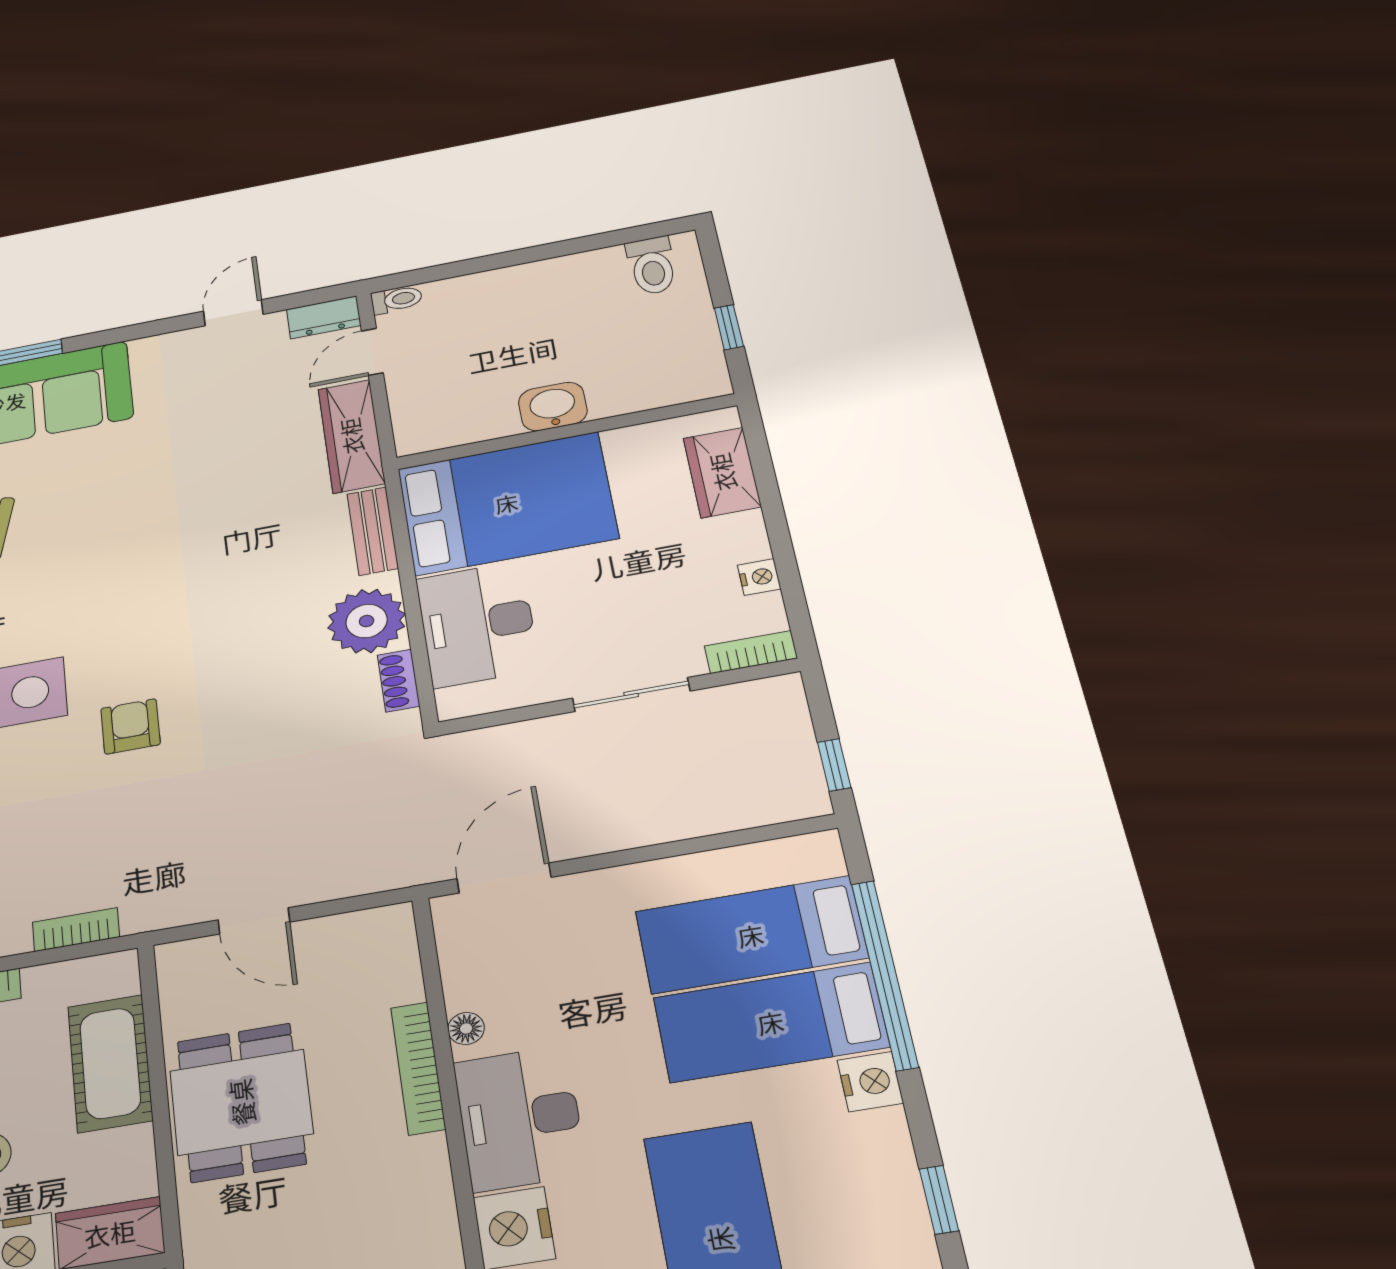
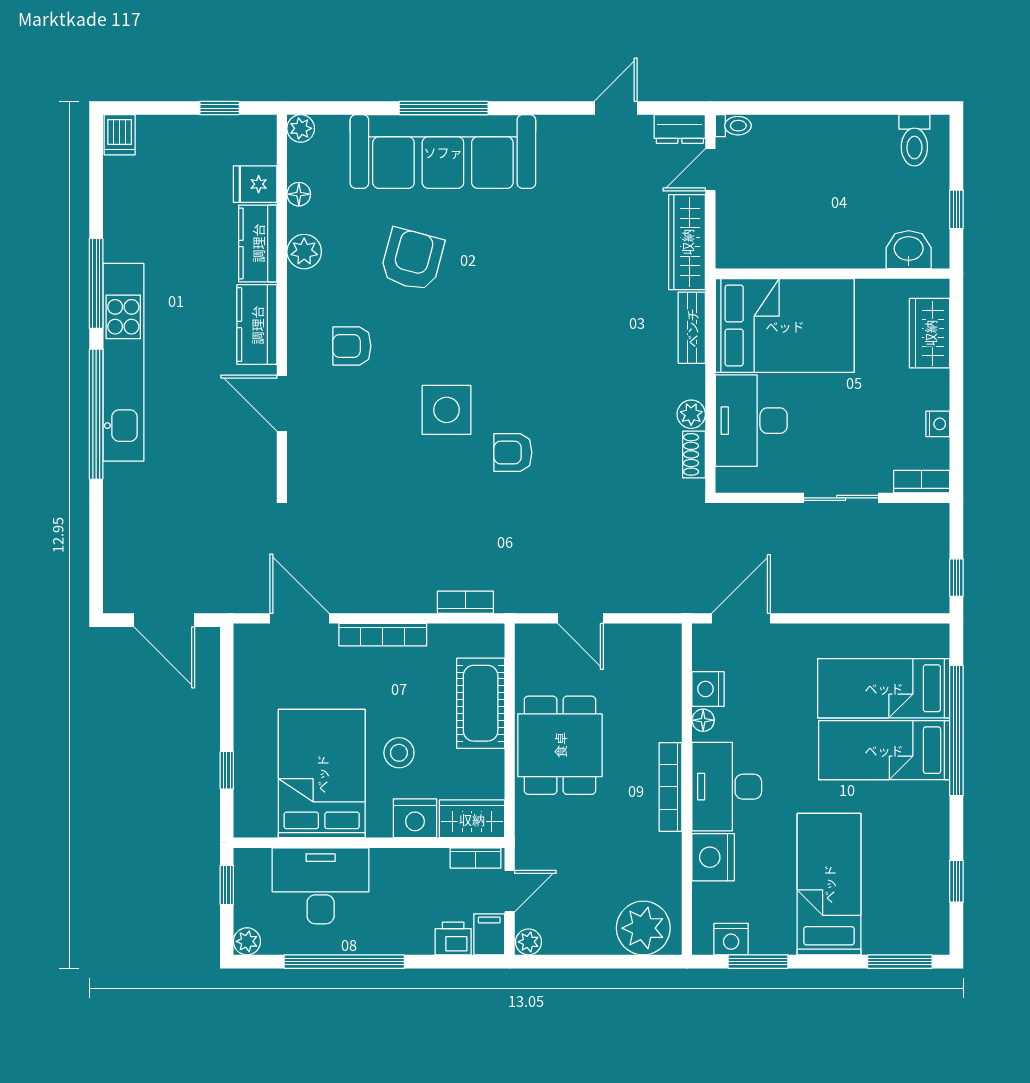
washbasin: (553, 407) -> (909, 250), moved
plant: (367, 621) -> (691, 414), width x0.53, depth x0.53
armchair: (130, 726) -> (513, 453), turned -90
bookcase: (418, 1068) -> (671, 787), moved
nightstand: (870, 1082) -> (708, 689), moved, turned 180

